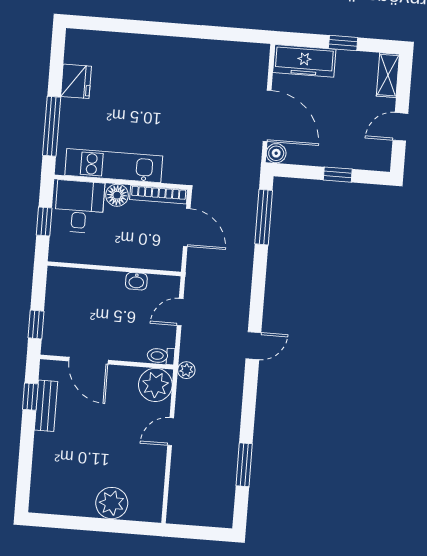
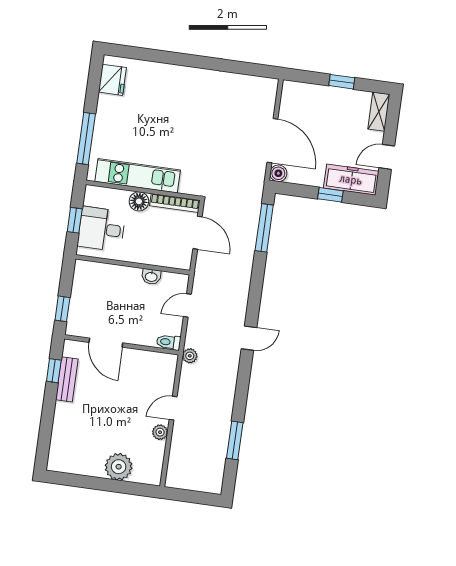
freezer: (304, 61) -> (351, 180), moved, turned 180
fridge: (76, 81) -> (112, 80), moved
desk: (79, 207) -> (102, 229), moved, turned -90
plant: (155, 385) -> (160, 432), moved, width x0.53, depth x0.53

